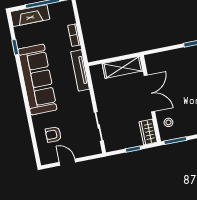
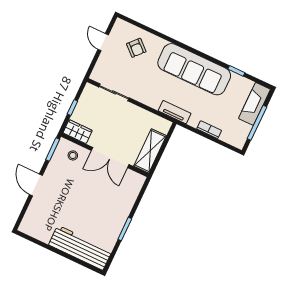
tv unit: (80, 70) -> (175, 112), width x0.71
armchair: (53, 134) -> (136, 48), turned 132
door: (67, 162) -> (103, 42), swing flipped

